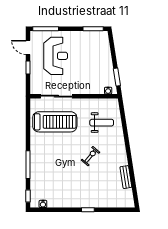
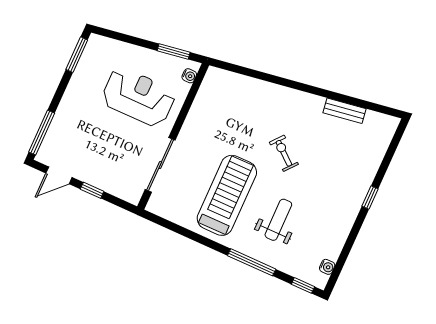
reception desk: (56, 56) -> (138, 97), moved
treadmill: (55, 122) -> (227, 195), moved
weight bench: (102, 123) -> (278, 220), moved

